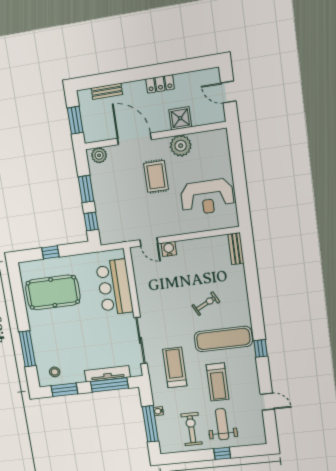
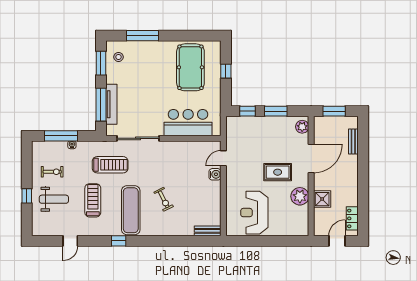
locker: (160, 84) -> (352, 218), moved
treadmill: (218, 382) -> (93, 200), turned 90
exercise bike: (191, 429) -> (52, 172), width x0.73, depth x0.72

